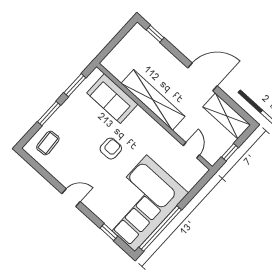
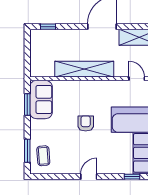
sofa: (112, 99) -> (41, 100), moved, turned -90
window: (49, 114) -> (27, 151), moved

